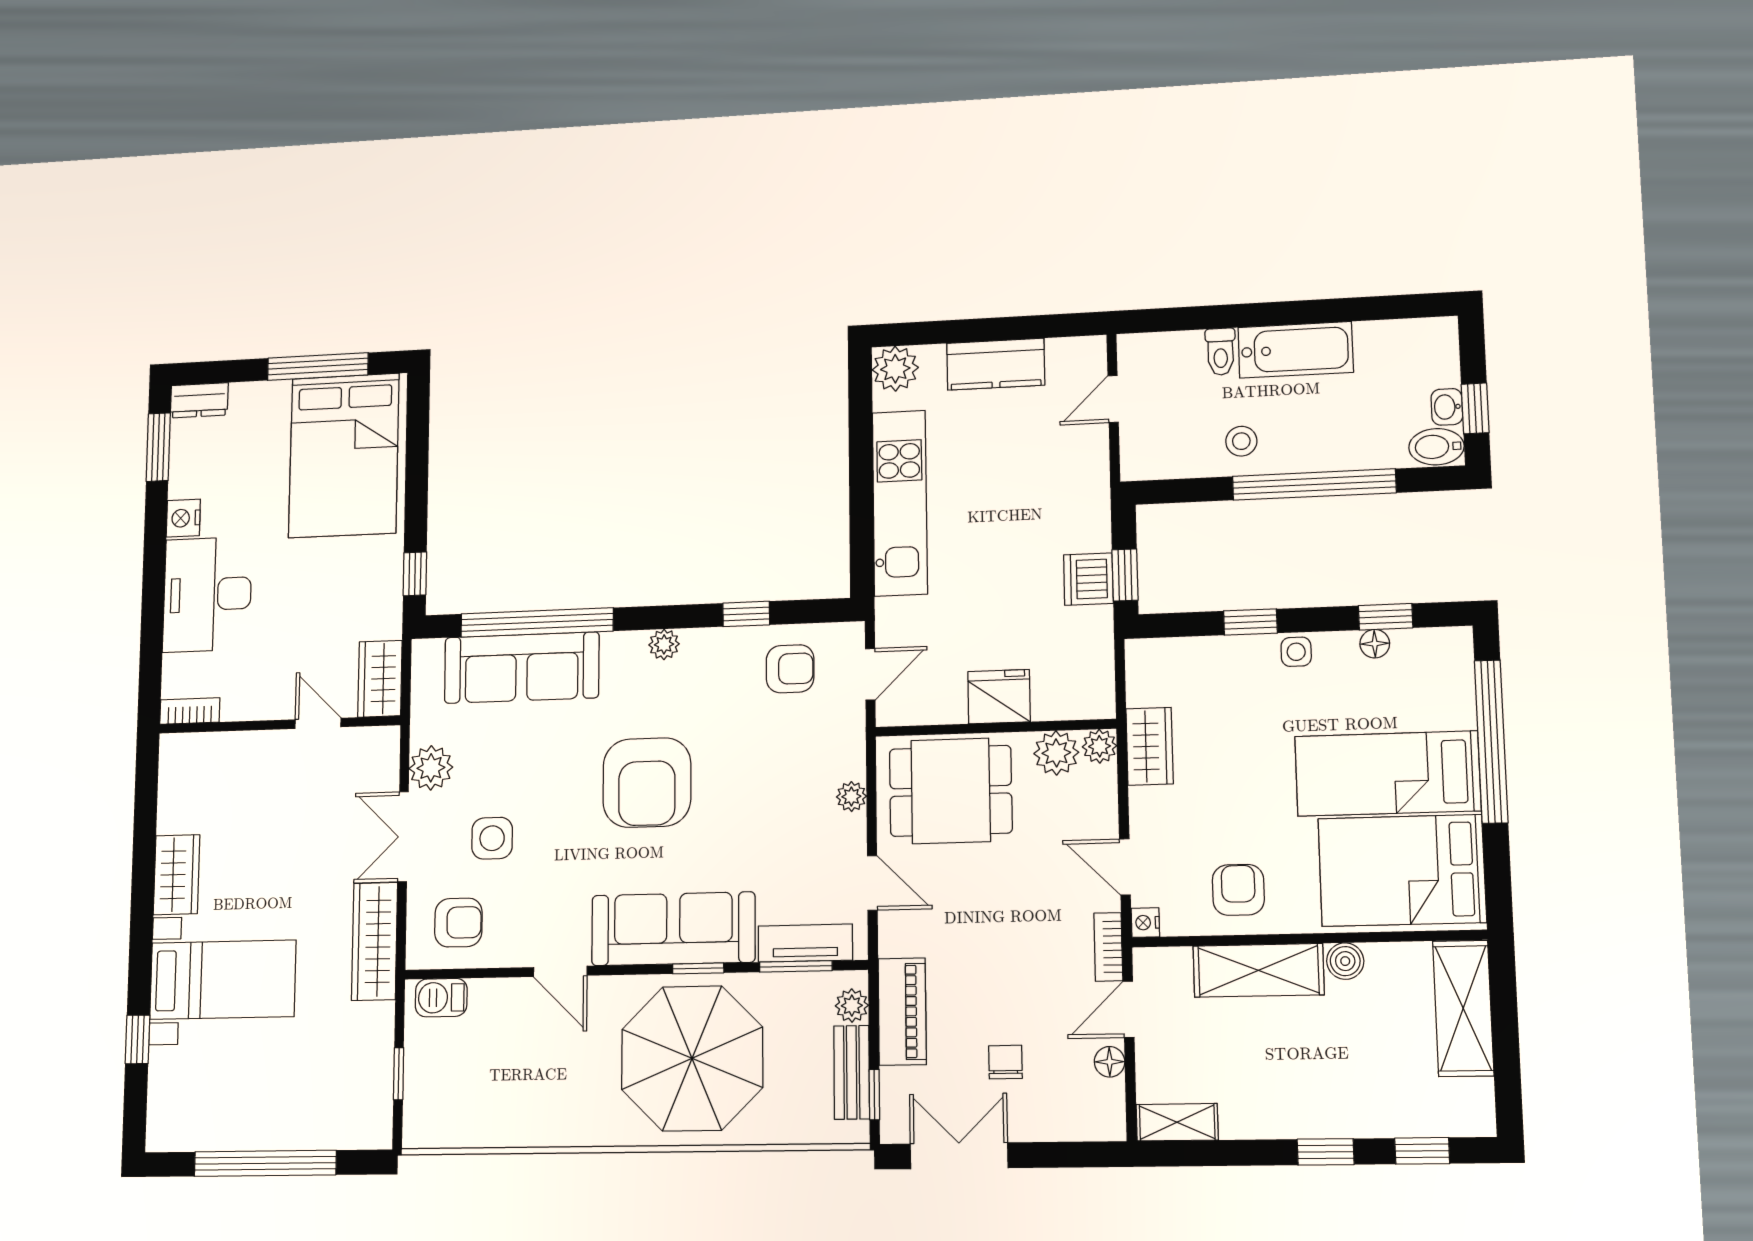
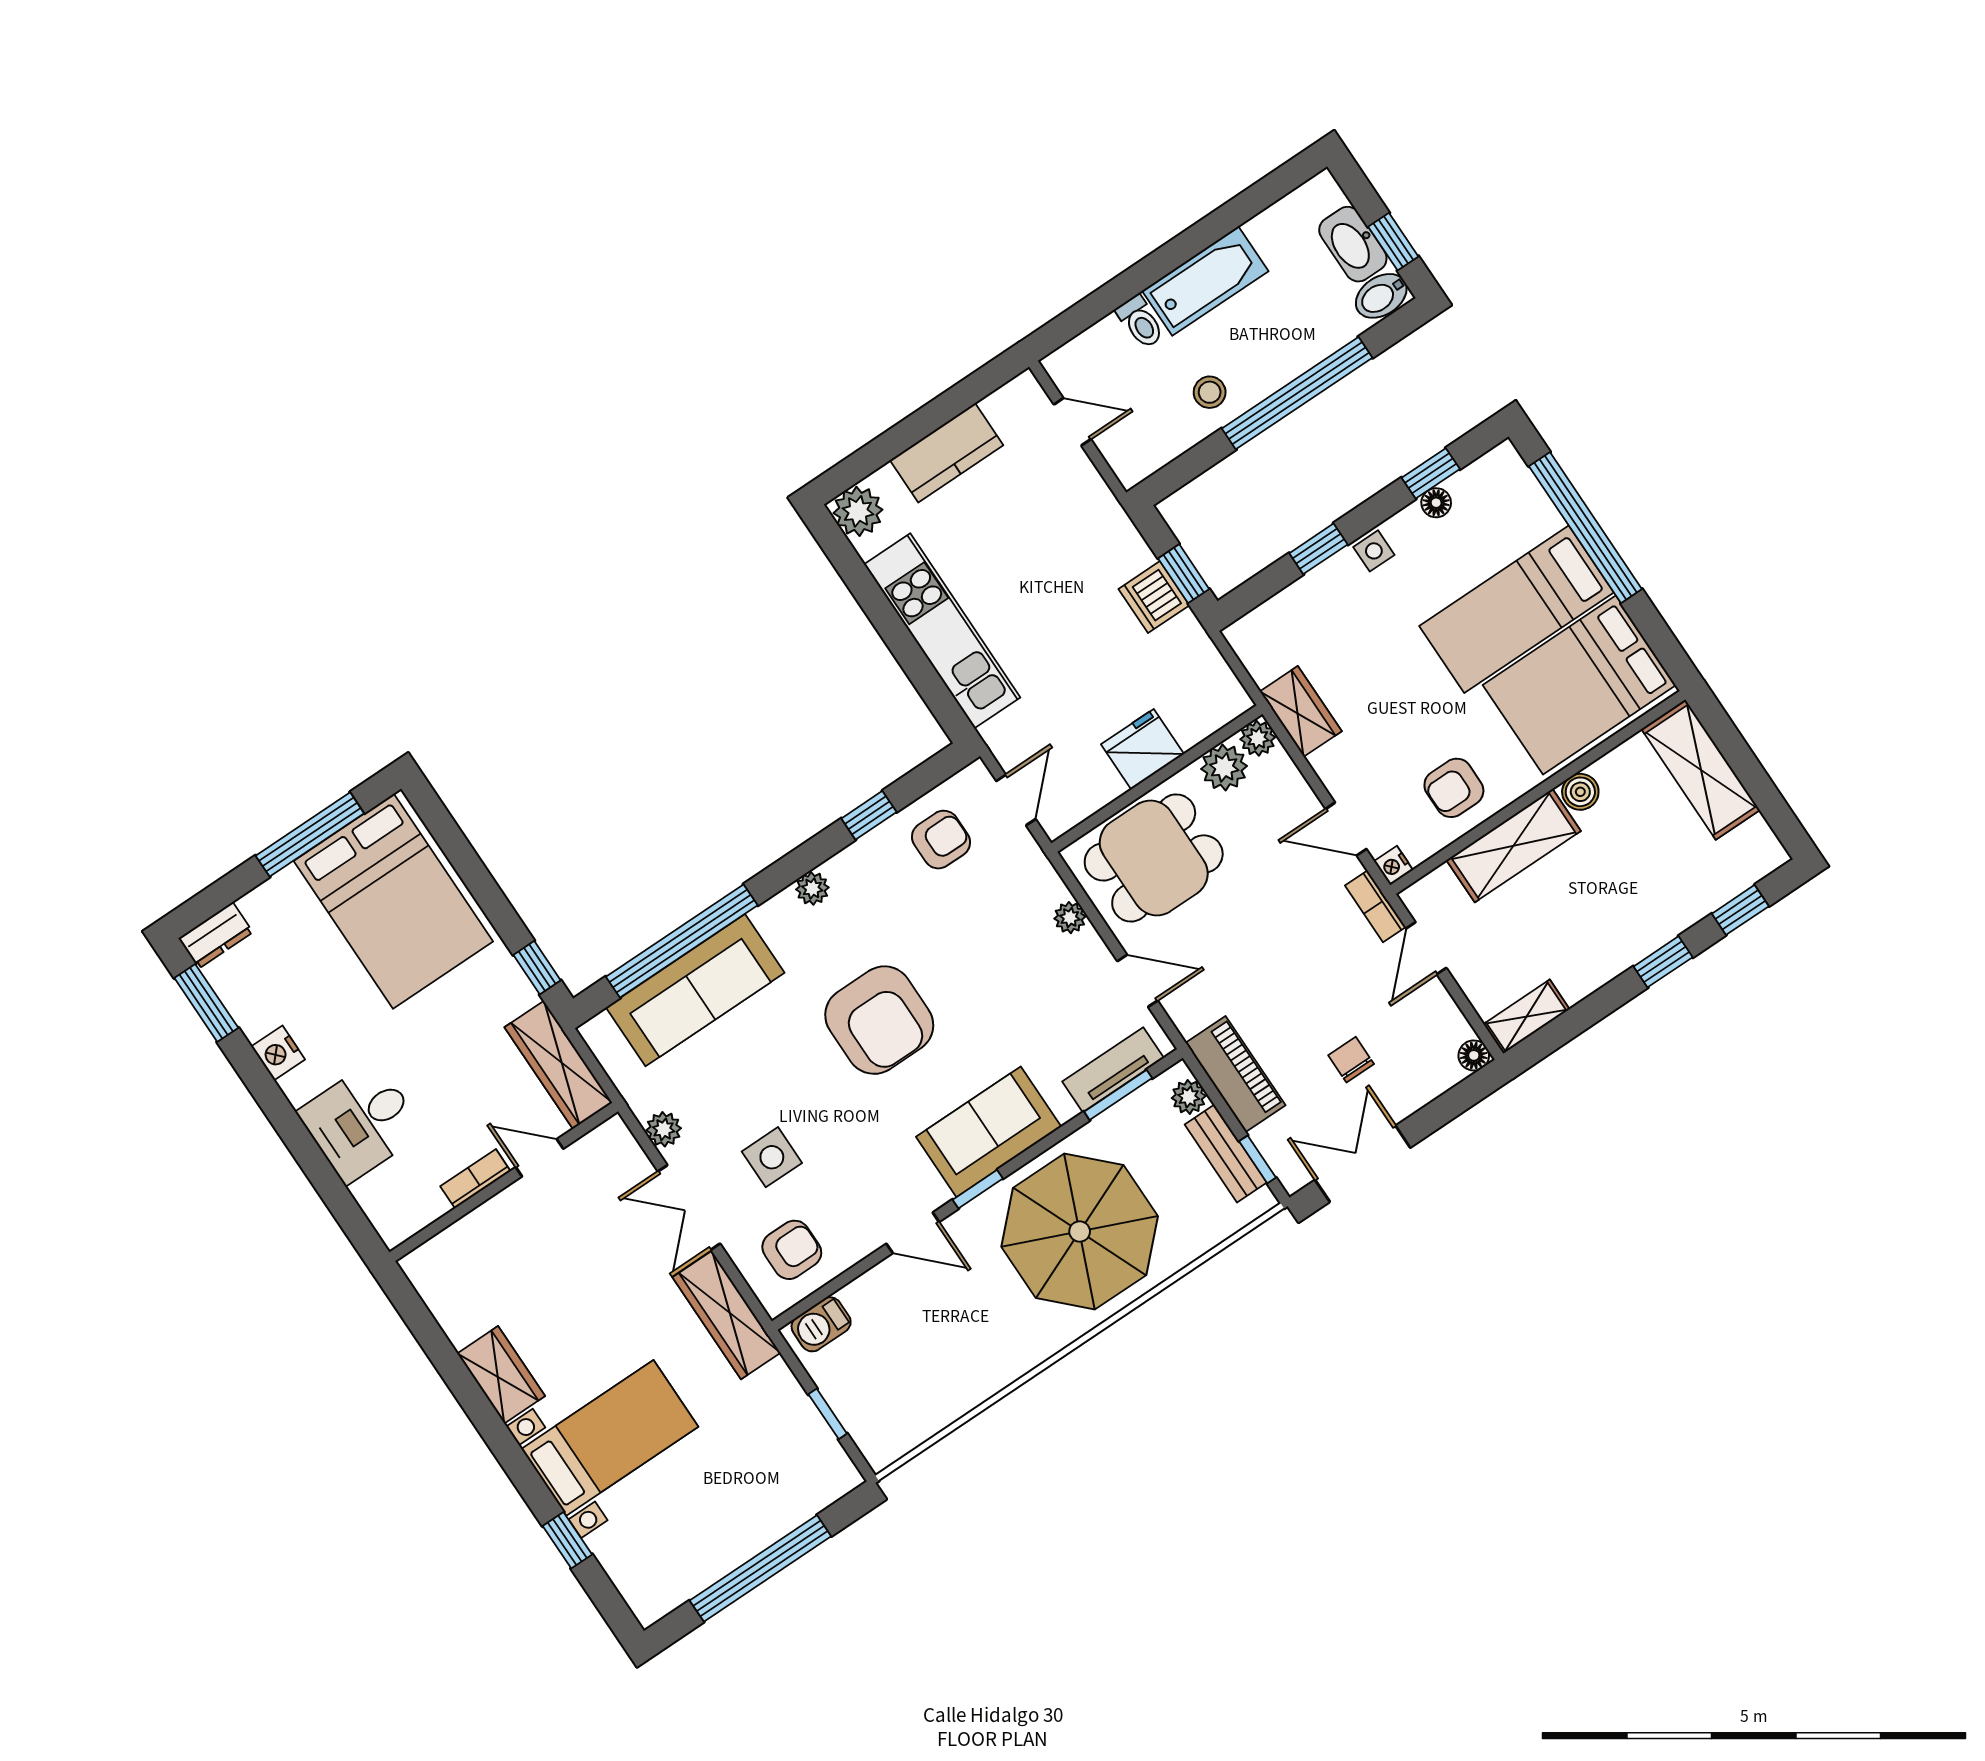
door: (1113, 399) -> (1072, 422), swing flipped
washbasin: (1447, 407) -> (1353, 244), width x1.91, depth x1.45
desk: (207, 594) -> (361, 1122), width x0.73
wardrobe: (380, 679) -> (558, 1065), width x1.50
bookcase: (190, 711) -> (475, 1179), moved
plant: (431, 768) -> (664, 1129), width x0.73, depth x0.73
armchair: (1238, 890) -> (1454, 788), turned -90
sofa: (673, 929) -> (989, 1132), width x0.73
window: (698, 968) -> (978, 1189), moved
floor lamp: (1110, 1062) -> (1474, 1055), moved

